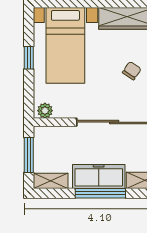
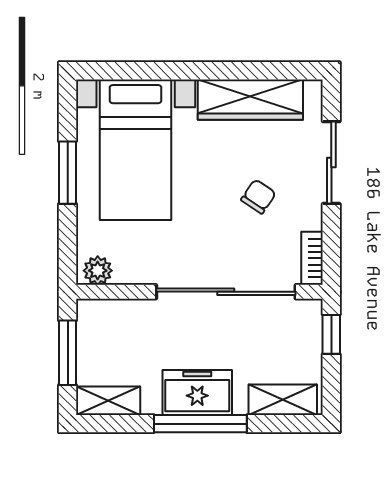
window: (29, 58) -> (68, 173), width x1.50
freezer: (99, 176) -> (197, 393), width x0.71

